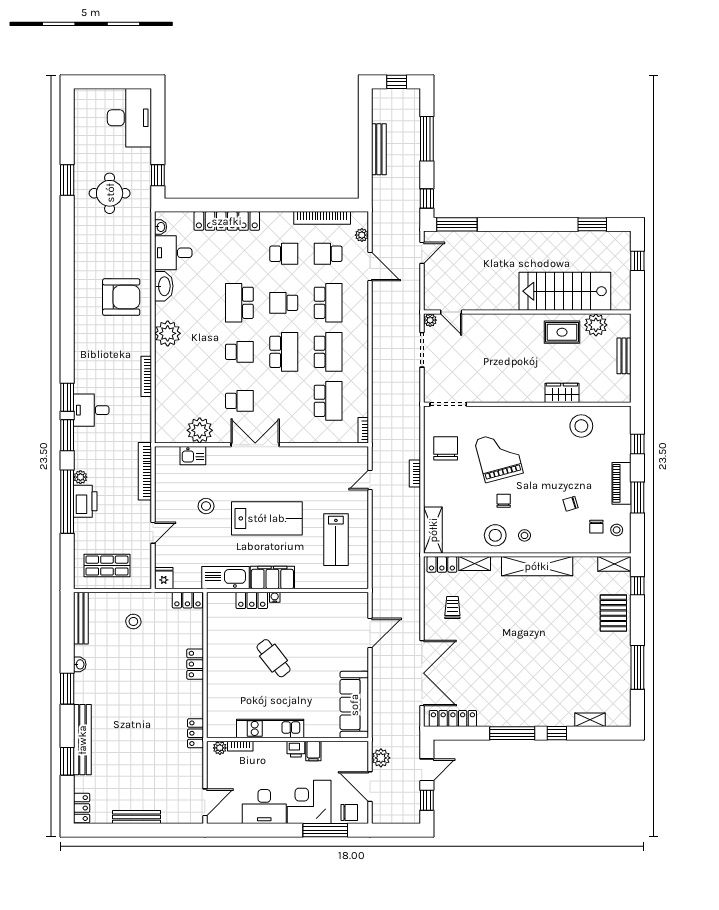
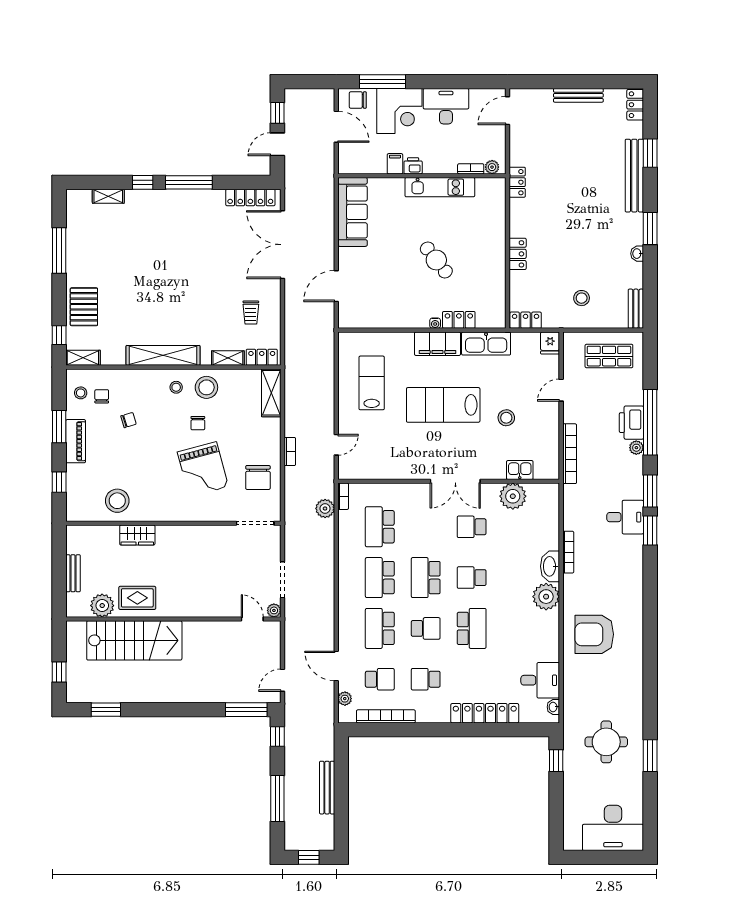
desk: (129, 118) -> (613, 828), moved, turned -90
washbasin: (164, 286) -> (550, 566), moved
bench: (81, 618) -> (636, 309), width x0.73
plant: (381, 758) -> (325, 509), moved

